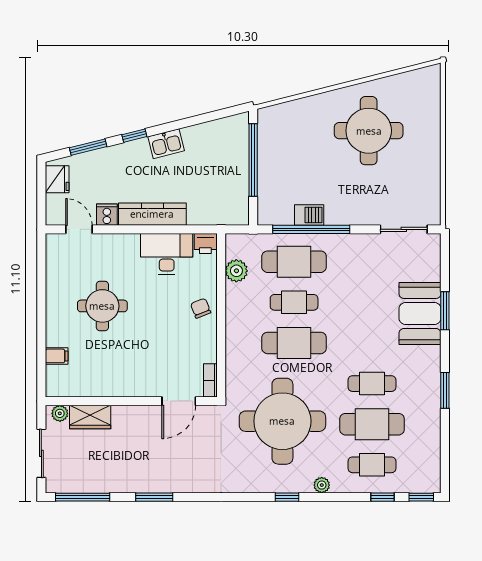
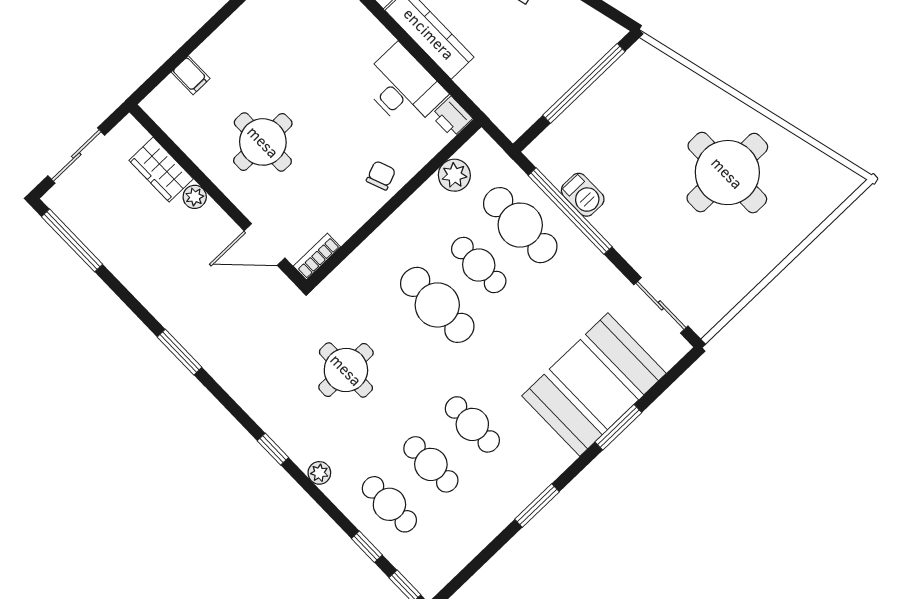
round table: (102, 306) -> (263, 142), moved
booth: (420, 313) -> (594, 385), width x1.36, depth x1.42
plant: (60, 413) -> (195, 197), moved
round table: (282, 421) -> (346, 370), width x0.54, depth x0.54
cafe table: (372, 424) -> (431, 464), width x0.73, depth x0.74
window: (154, 497) -> (180, 352), moved

